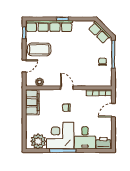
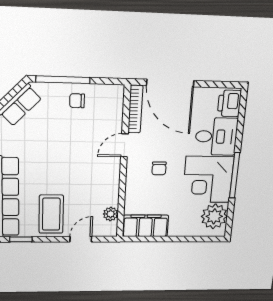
door: (24, 66) -> (81, 239), hinge flipped
door: (67, 88) -> (124, 145), moved
door: (113, 110) -> (170, 83), width x1.88

